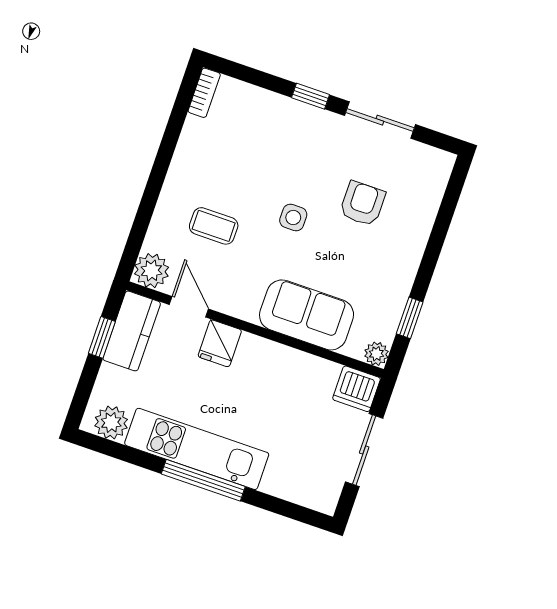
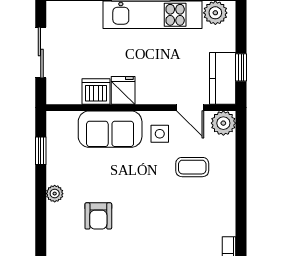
side table: (293, 217) -> (160, 134), moved
fridge: (220, 343) -> (123, 90), moved
plant: (376, 354) -> (55, 194), moved
dishwasher: (357, 389) -> (96, 91), moved

